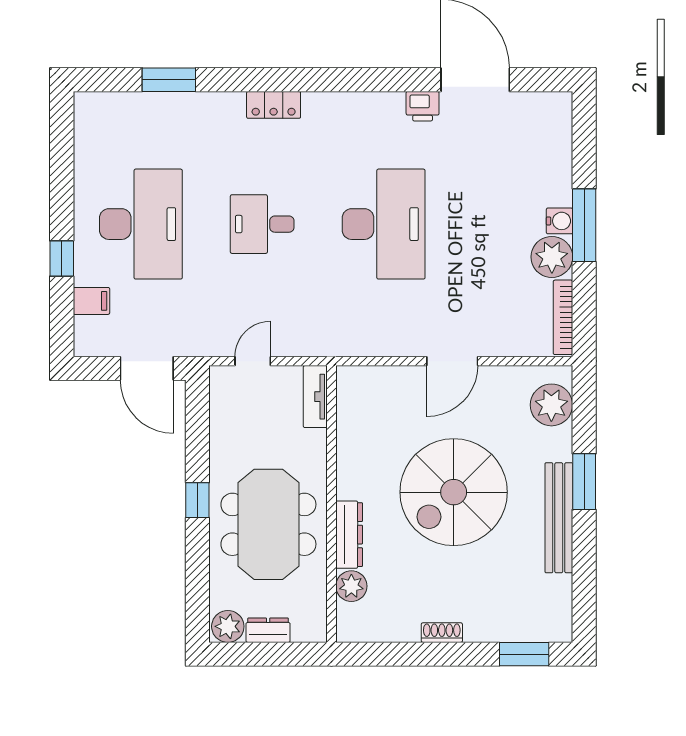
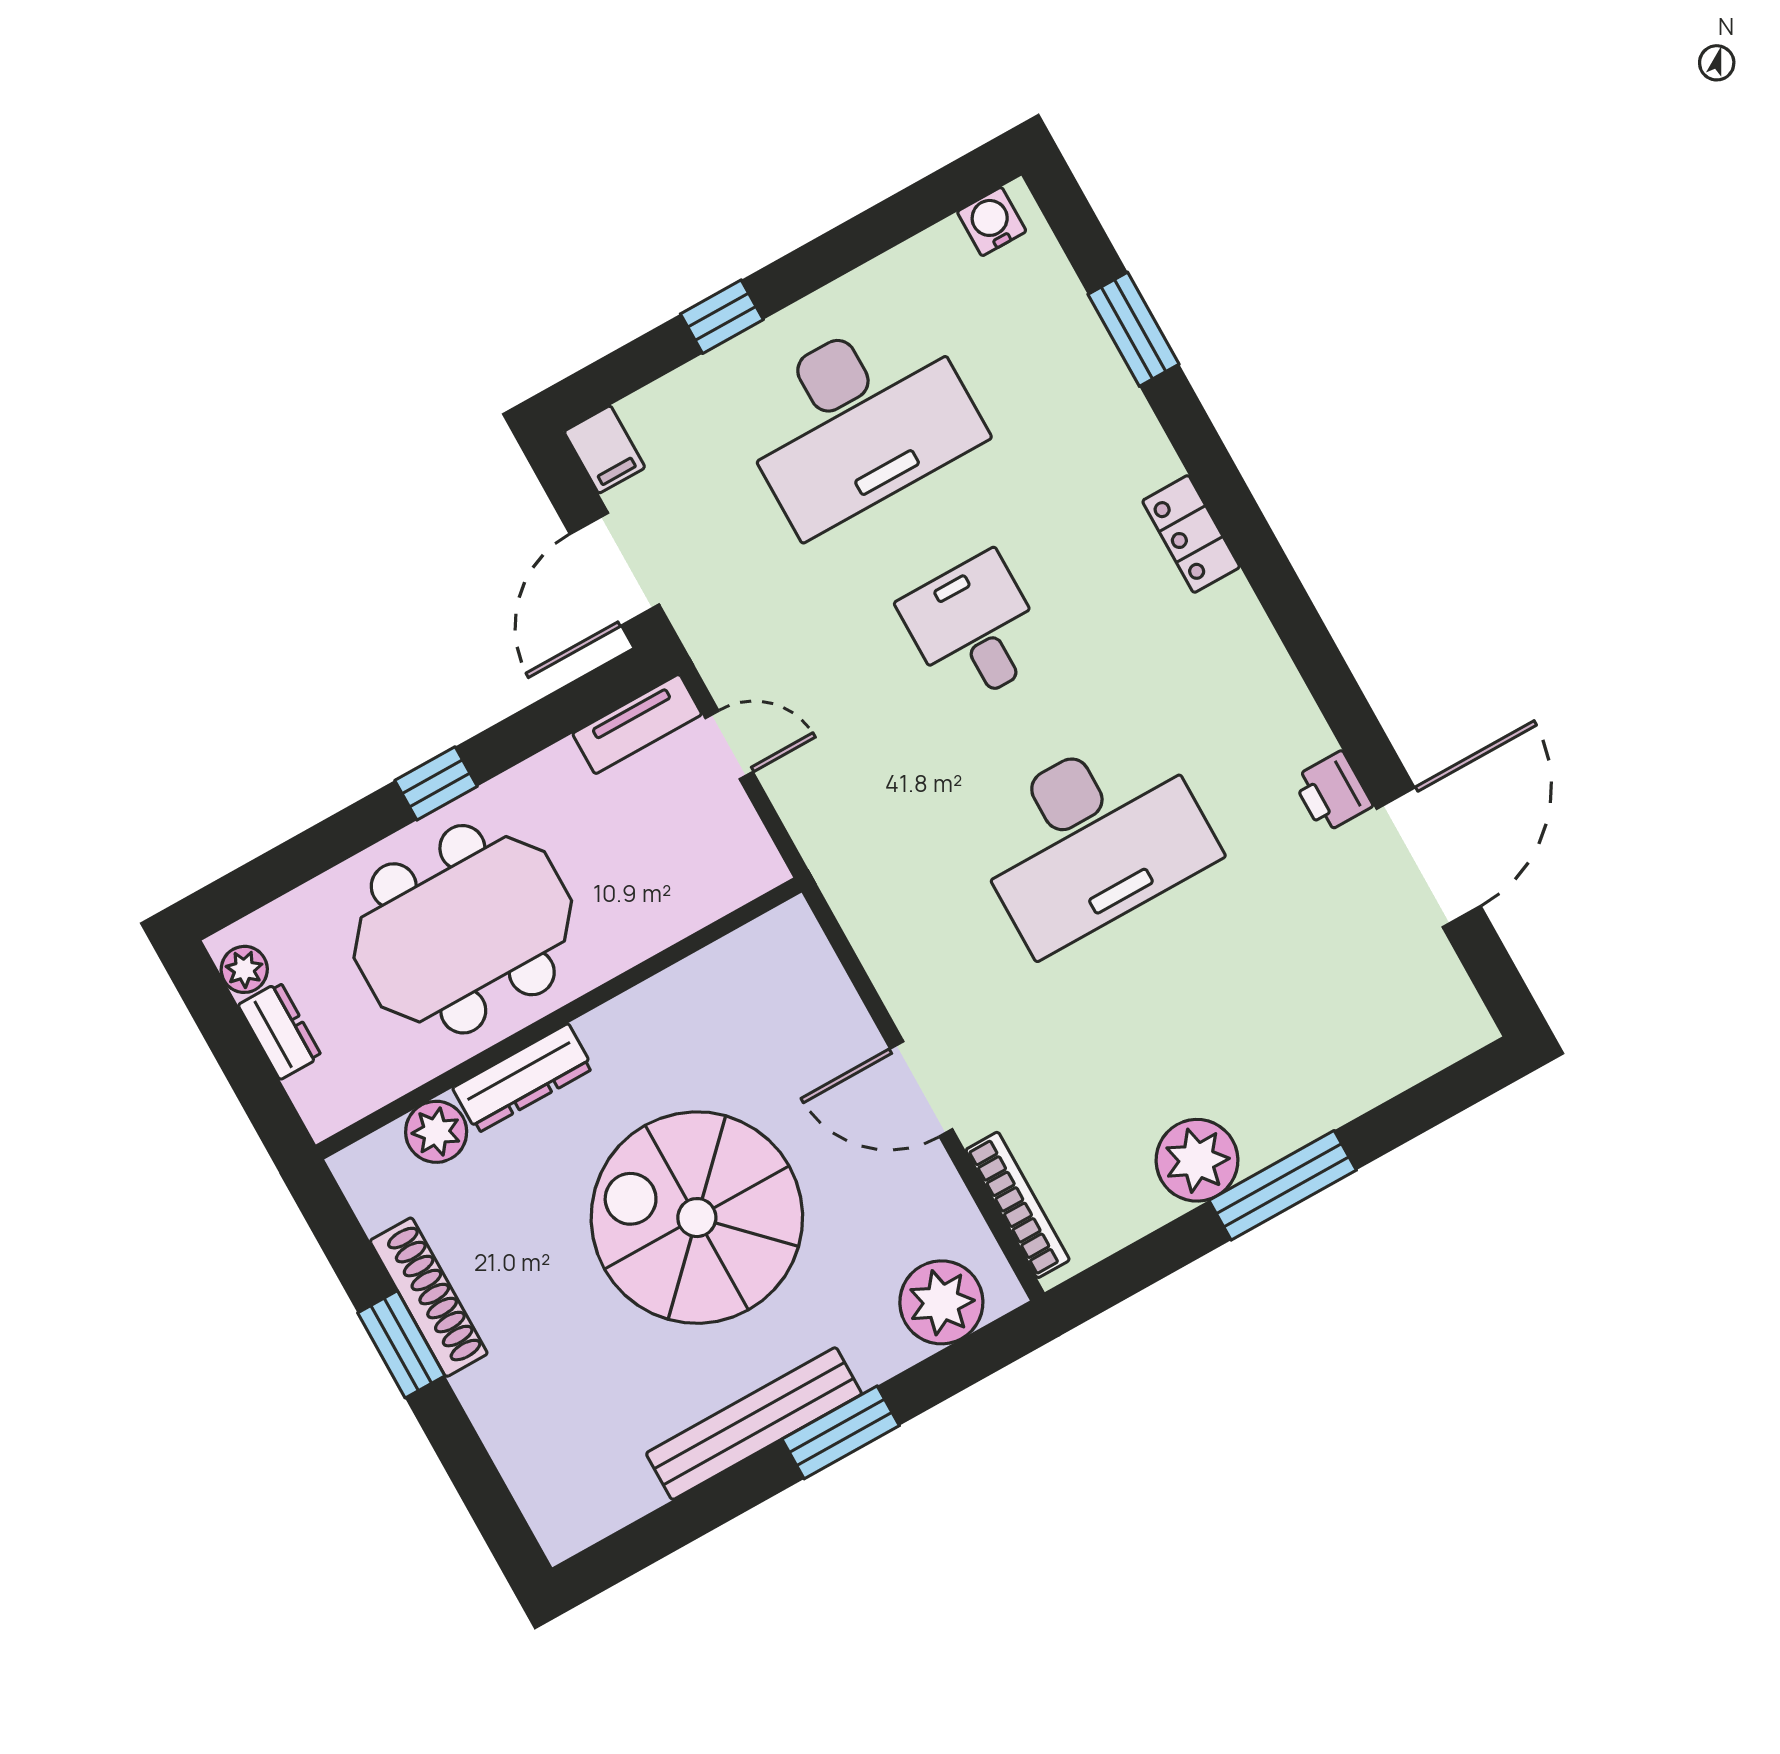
water cooler: (559, 221) -> (992, 222), moved, turned 180
filing cabinet: (91, 301) -> (605, 449), moved
bookcase: (563, 317) -> (1018, 1205), moved, turned 90
tv unit: (315, 397) -> (637, 724), moved, turned 180
plant: (228, 626) -> (244, 969), width x0.73, depth x0.73
shoe rack: (442, 633) -> (429, 1297), width x1.94, depth x1.24
window: (524, 654) -> (401, 1344), moved

